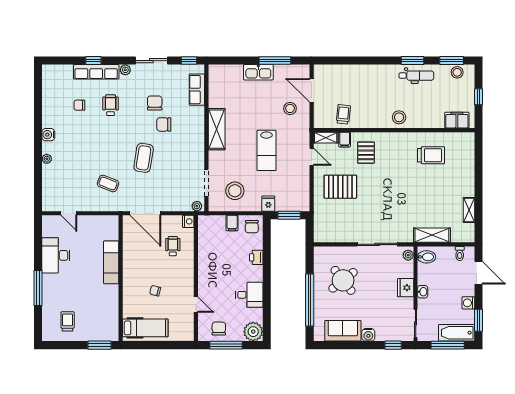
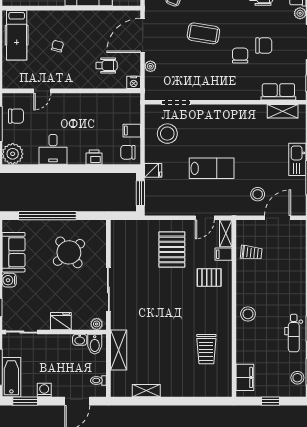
shelving: (217, 129) -> (283, 111), moved, width x0.67, depth x0.75
lab bench: (266, 150) -> (212, 168), turned 180
plant: (197, 206) -> (150, 66), moved
washbasin: (423, 292) -> (80, 340), moved

